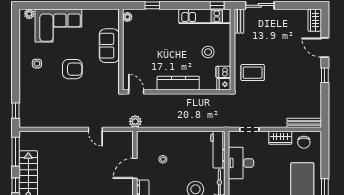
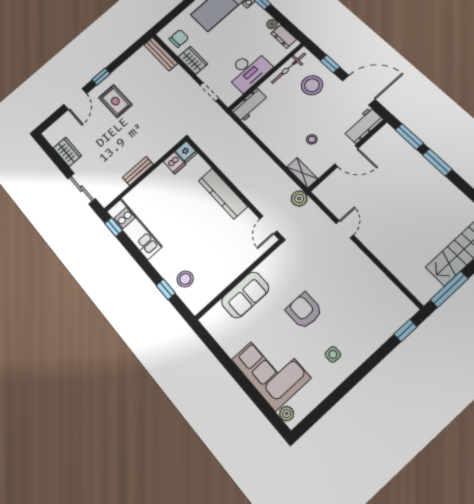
plant: (127, 17) -> (199, 304), removed
wardrobe: (315, 20) -> (67, 152), moved, turned -90
bench: (239, 21) -> (138, 171), moved
stool: (208, 52) -> (185, 279), moved
rug: (253, 73) -> (115, 101), moved
shelving: (148, 136) -> (302, 173), added
workbench: (218, 150) -> (250, 105), width x0.73

